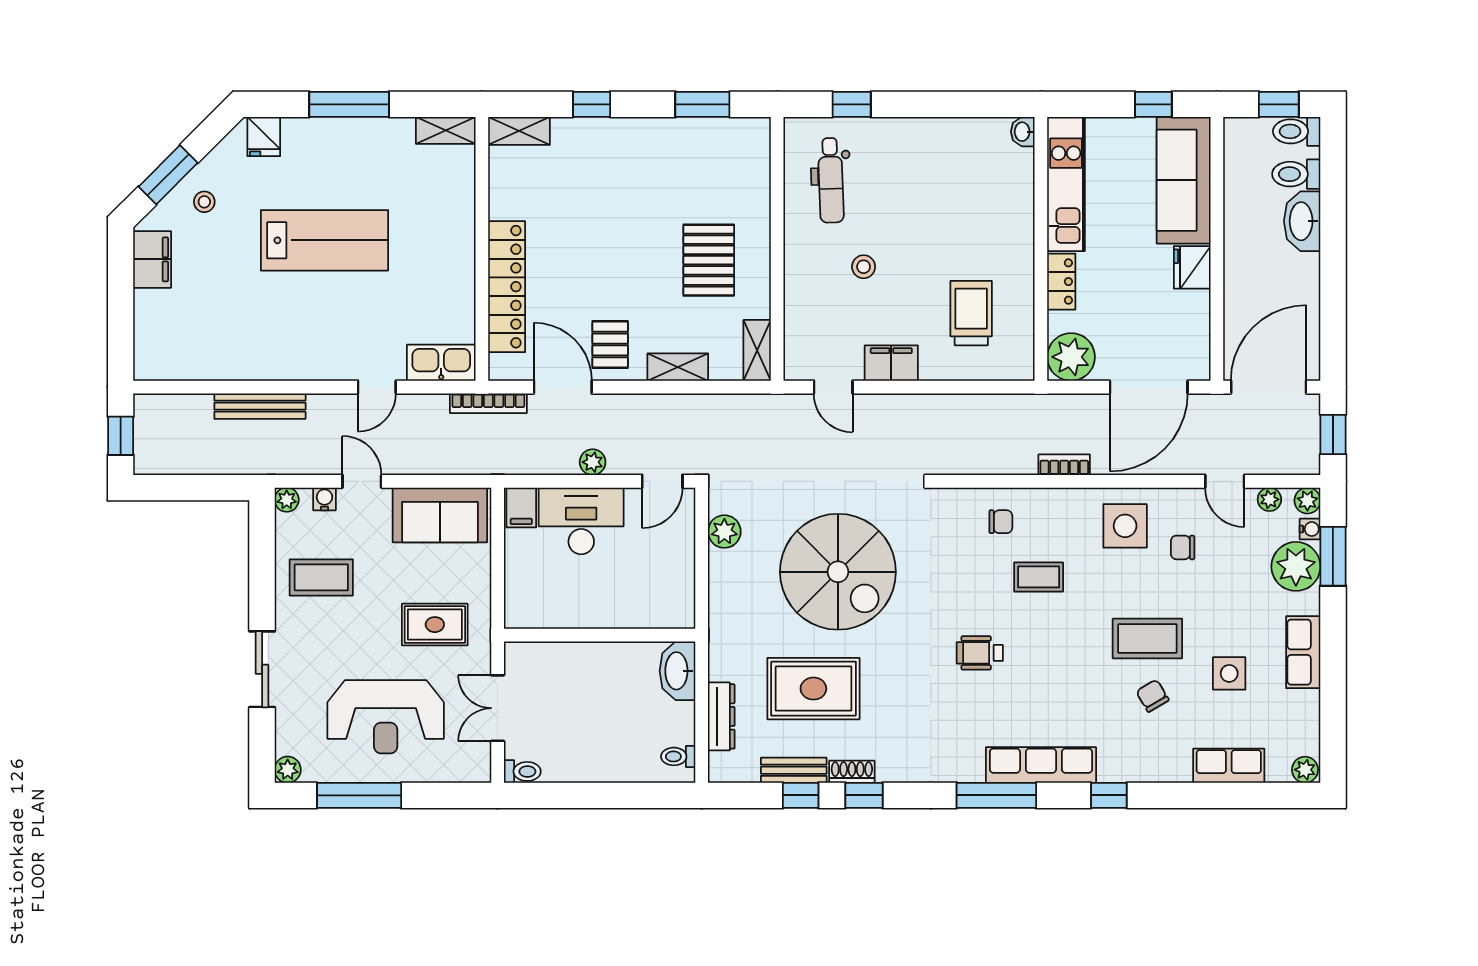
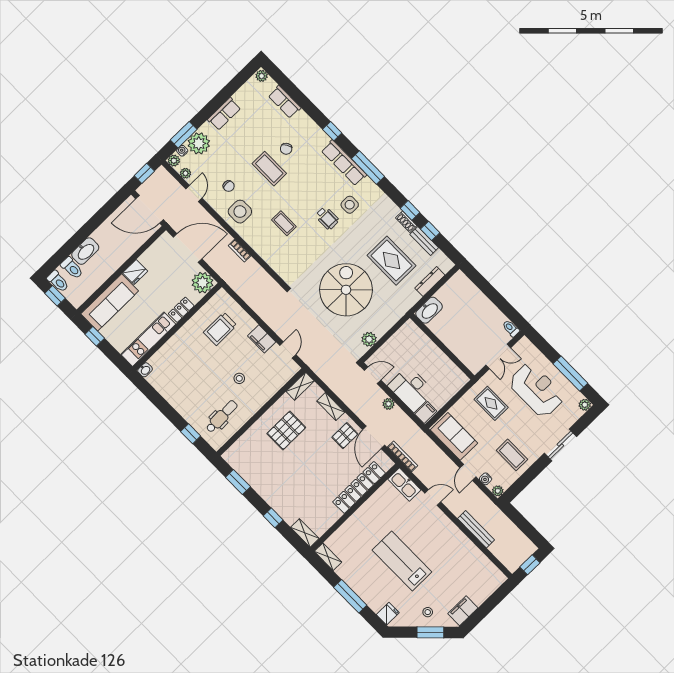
chair: (1001, 522) -> (278, 253), removed
side table: (1229, 673) -> (350, 205), moved
toilet: (678, 756) -> (456, 283), removed

